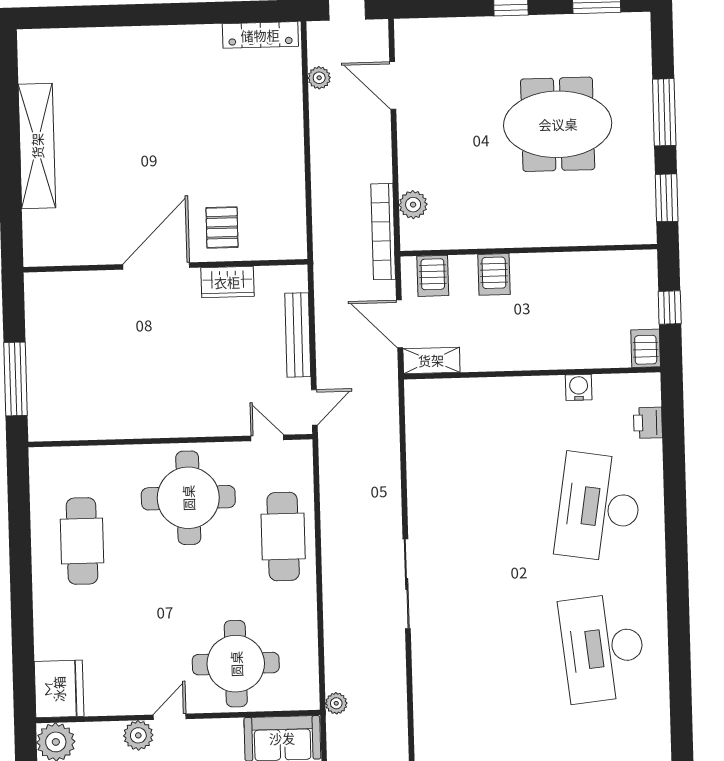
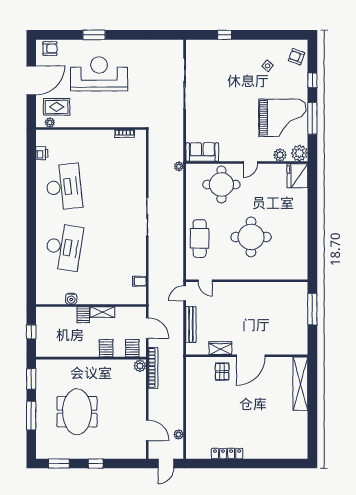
locker: (260, 35) -> (227, 454), moved
meeting table: (558, 124) -> (77, 412), turned 90
shelving: (37, 146) -> (300, 384), moved
plant: (413, 205) -> (140, 366), moved
server rack: (646, 348) -> (83, 315), moved
shelving: (431, 360) -> (102, 312), moved
printer: (648, 423) -> (42, 153), moved
filing cabinet: (421, 433) -> (139, 281), added
round table: (188, 498) -> (251, 237), moved
cafe table: (82, 541) -> (286, 239), removed
plant: (138, 735) -> (280, 155), moved

